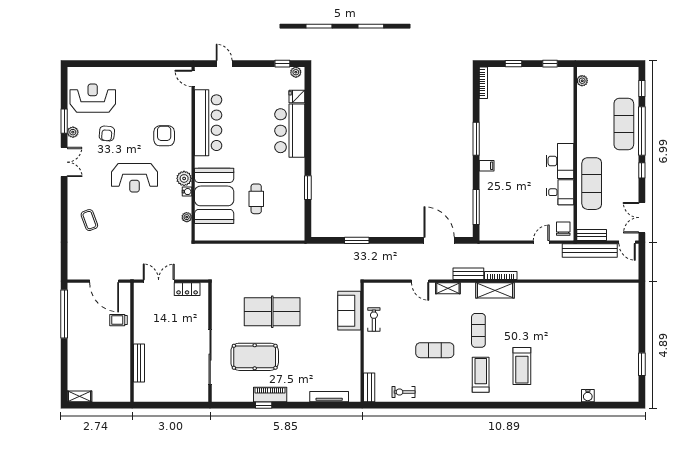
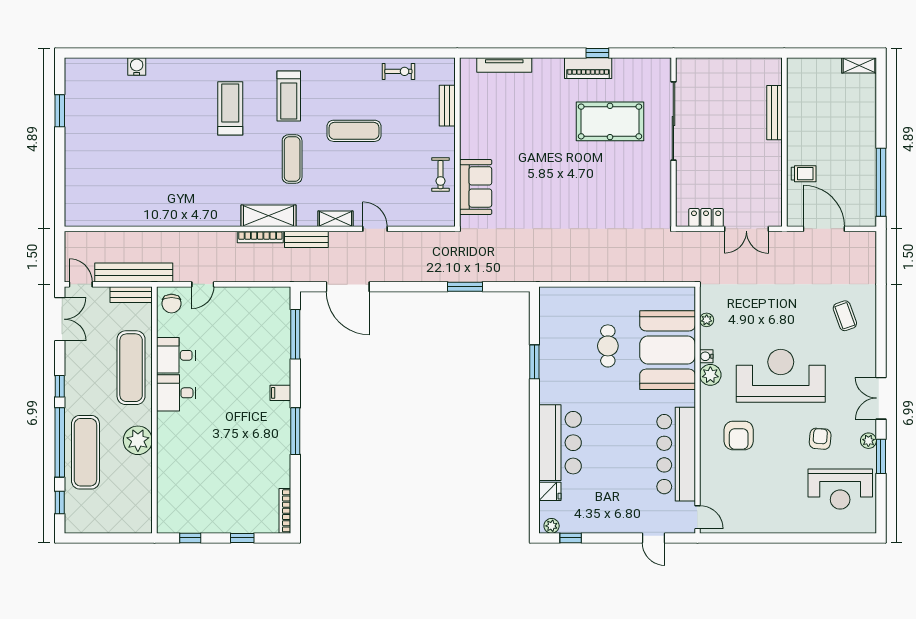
plant: (582, 81) -> (138, 440), moved, width x1.87, depth x1.87
desk: (560, 161) -> (176, 393), width x0.73
reception desk: (135, 178) -> (781, 376), width x1.36, depth x1.30
table tennis table: (272, 312) -> (585, 185), removed
bench: (369, 387) -> (447, 106), moved

